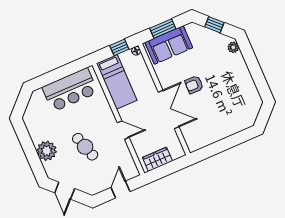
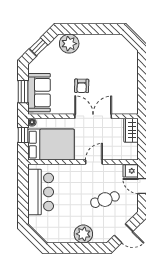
plant: (233, 47) -> (69, 44), width x1.88, depth x1.88
bed: (117, 82) -> (51, 145), width x1.50
cafe table: (85, 147) -> (105, 200), moved
wardrobe: (157, 159) -> (131, 130), moved
fridge: (130, 170) -> (131, 171), added

